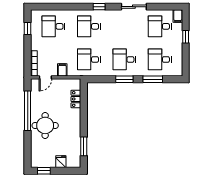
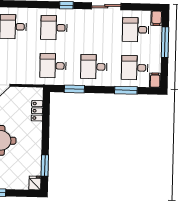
window: (186, 37) -> (165, 42), width x2.17
filing cabinet: (62, 70) -> (155, 80), moved
window: (124, 79) -> (74, 89), moved
fridge: (61, 162) -> (35, 183), moved

